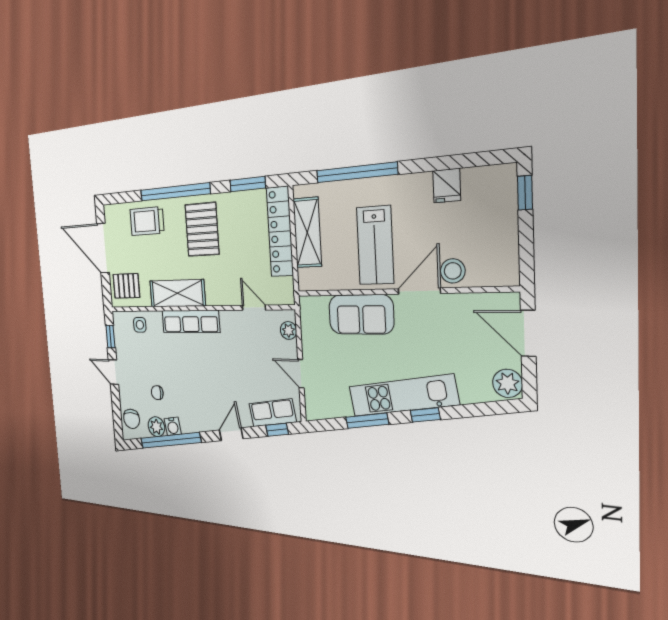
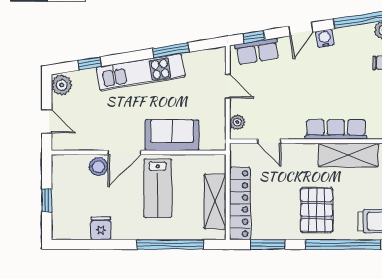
window: (525, 193) -> (47, 200), moved
lab bench: (375, 245) -> (158, 188), turned 180
door: (528, 333) -> (47, 121), width x0.73
window: (425, 415) -> (90, 63), moved
water cooler: (173, 426) -> (325, 38), moved

